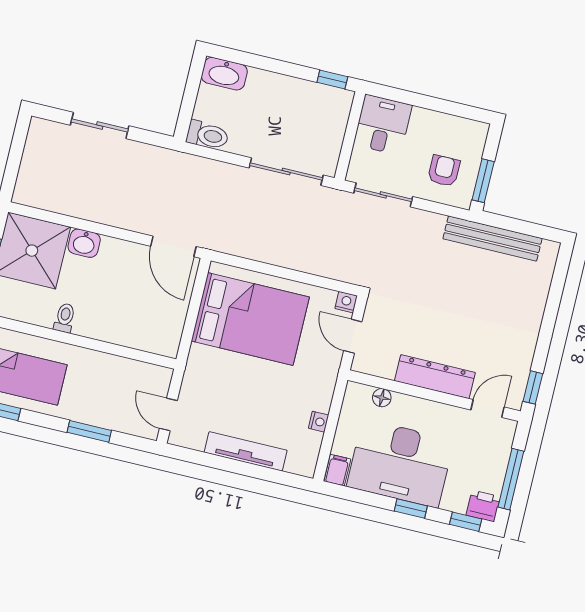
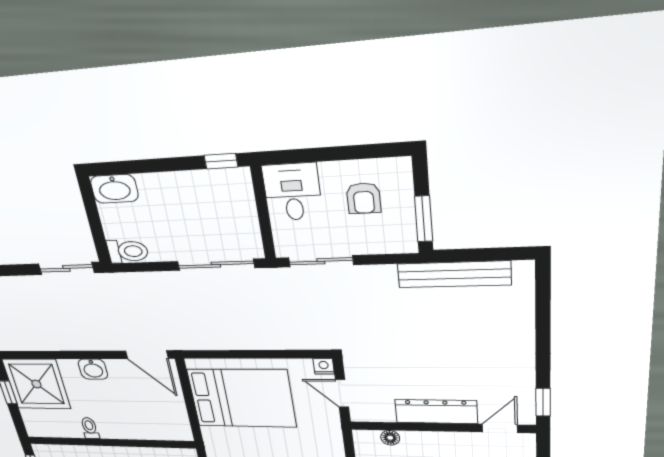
sliding door: (100, 125) -> (66, 268), moved
armchair: (444, 171) -> (364, 198), moved, turned 180
washbasin: (84, 243) -> (93, 369), moved

